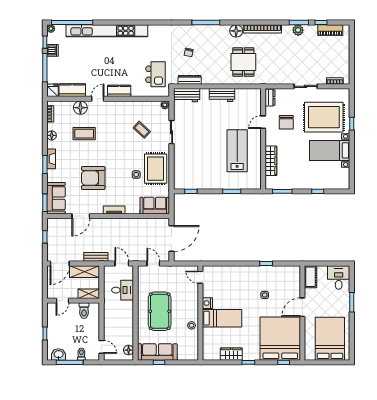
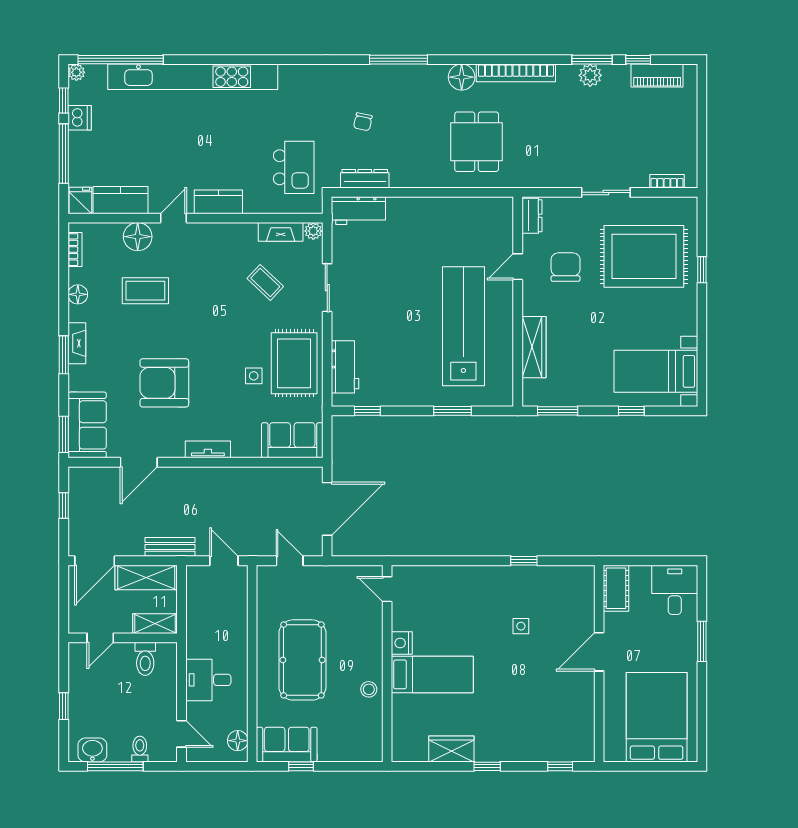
workbench: (222, 95) -> (345, 367), moved, turned -90
fireplace: (149, 105) -> (281, 232), added
chair: (286, 122) -> (566, 267), turned 180
bed with nightstands: (330, 150) -> (656, 371), moved
lab bench: (237, 151) -> (463, 326), width x1.36
desk: (123, 290) -> (208, 680), moved, turned 180
bed: (280, 339) -> (553, 717), removed
sofa: (157, 352) -> (287, 745), width x0.73

